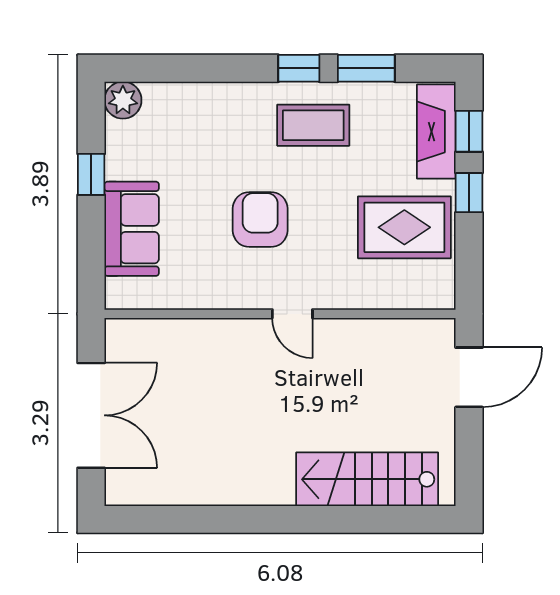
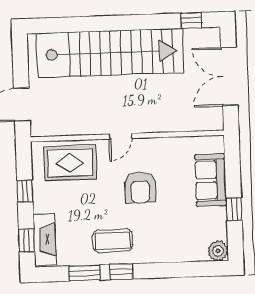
window: (469, 193) -> (25, 191), moved
rug: (404, 227) -> (70, 163), moved
door: (292, 314) -> (120, 136), swing flipped
stairs: (367, 479) -> (110, 53), width x1.86, depth x1.51
window: (157, 519) -> (191, 20), added

